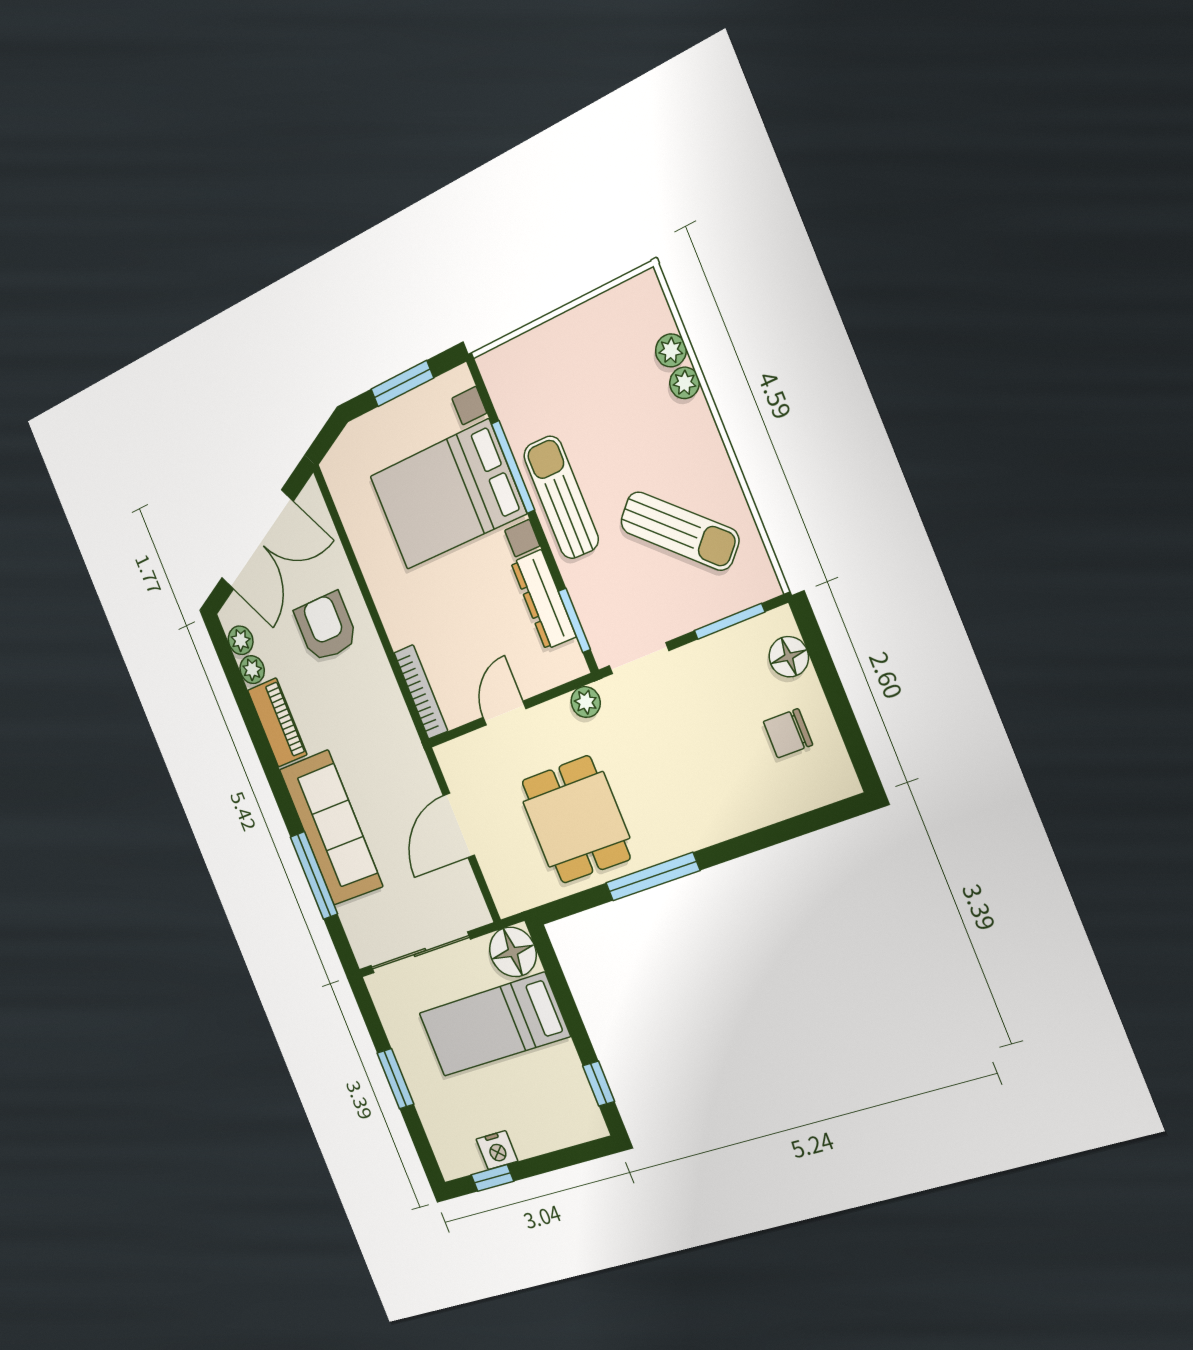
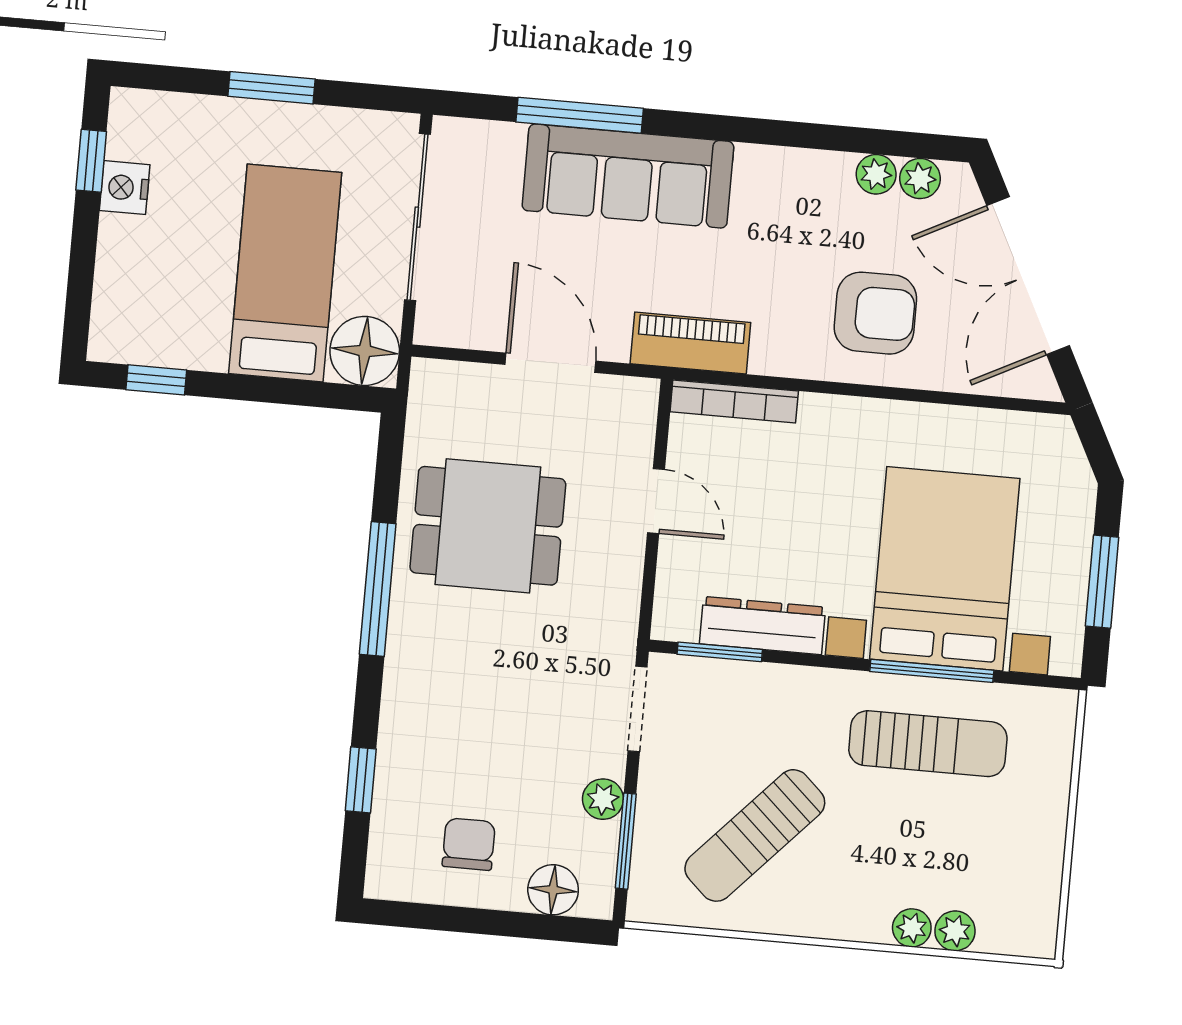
sun lounger: (561, 497) -> (928, 744), moved
plant: (586, 702) -> (603, 799), moved
piano: (277, 722) -> (690, 343), moved, turned 180
window: (783, 831) -> (361, 780), added

